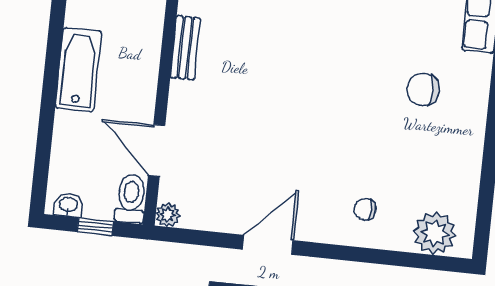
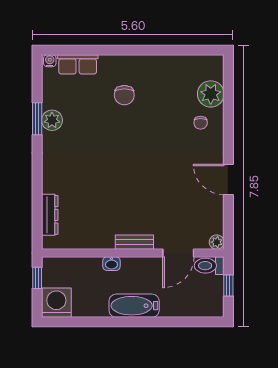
bench: (185, 48) -> (134, 242), moved
washbasin: (68, 205) -> (111, 264), moved, turned -90
plant: (435, 233) -> (211, 94), moved

